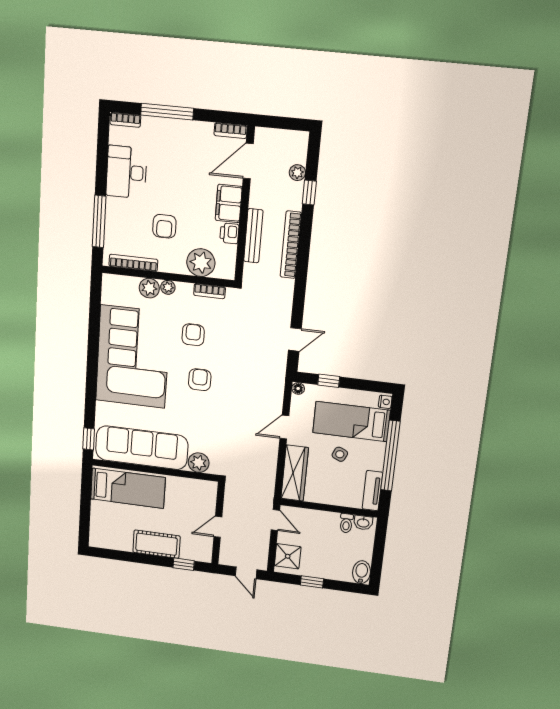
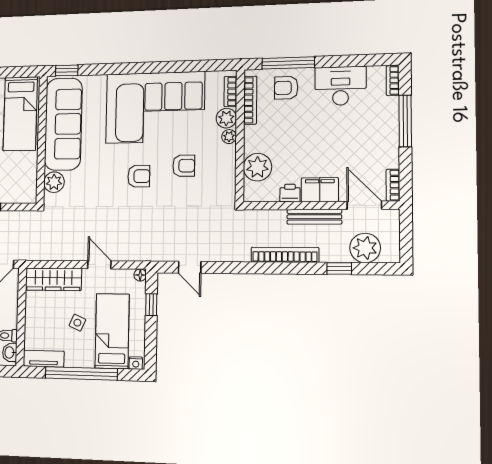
plant: (297, 173) -> (365, 248), width x1.88, depth x1.88
armchair: (164, 226) -> (286, 88), moved
bench: (253, 236) -> (314, 217), moved
bookcase: (209, 291) -> (230, 91), moved

